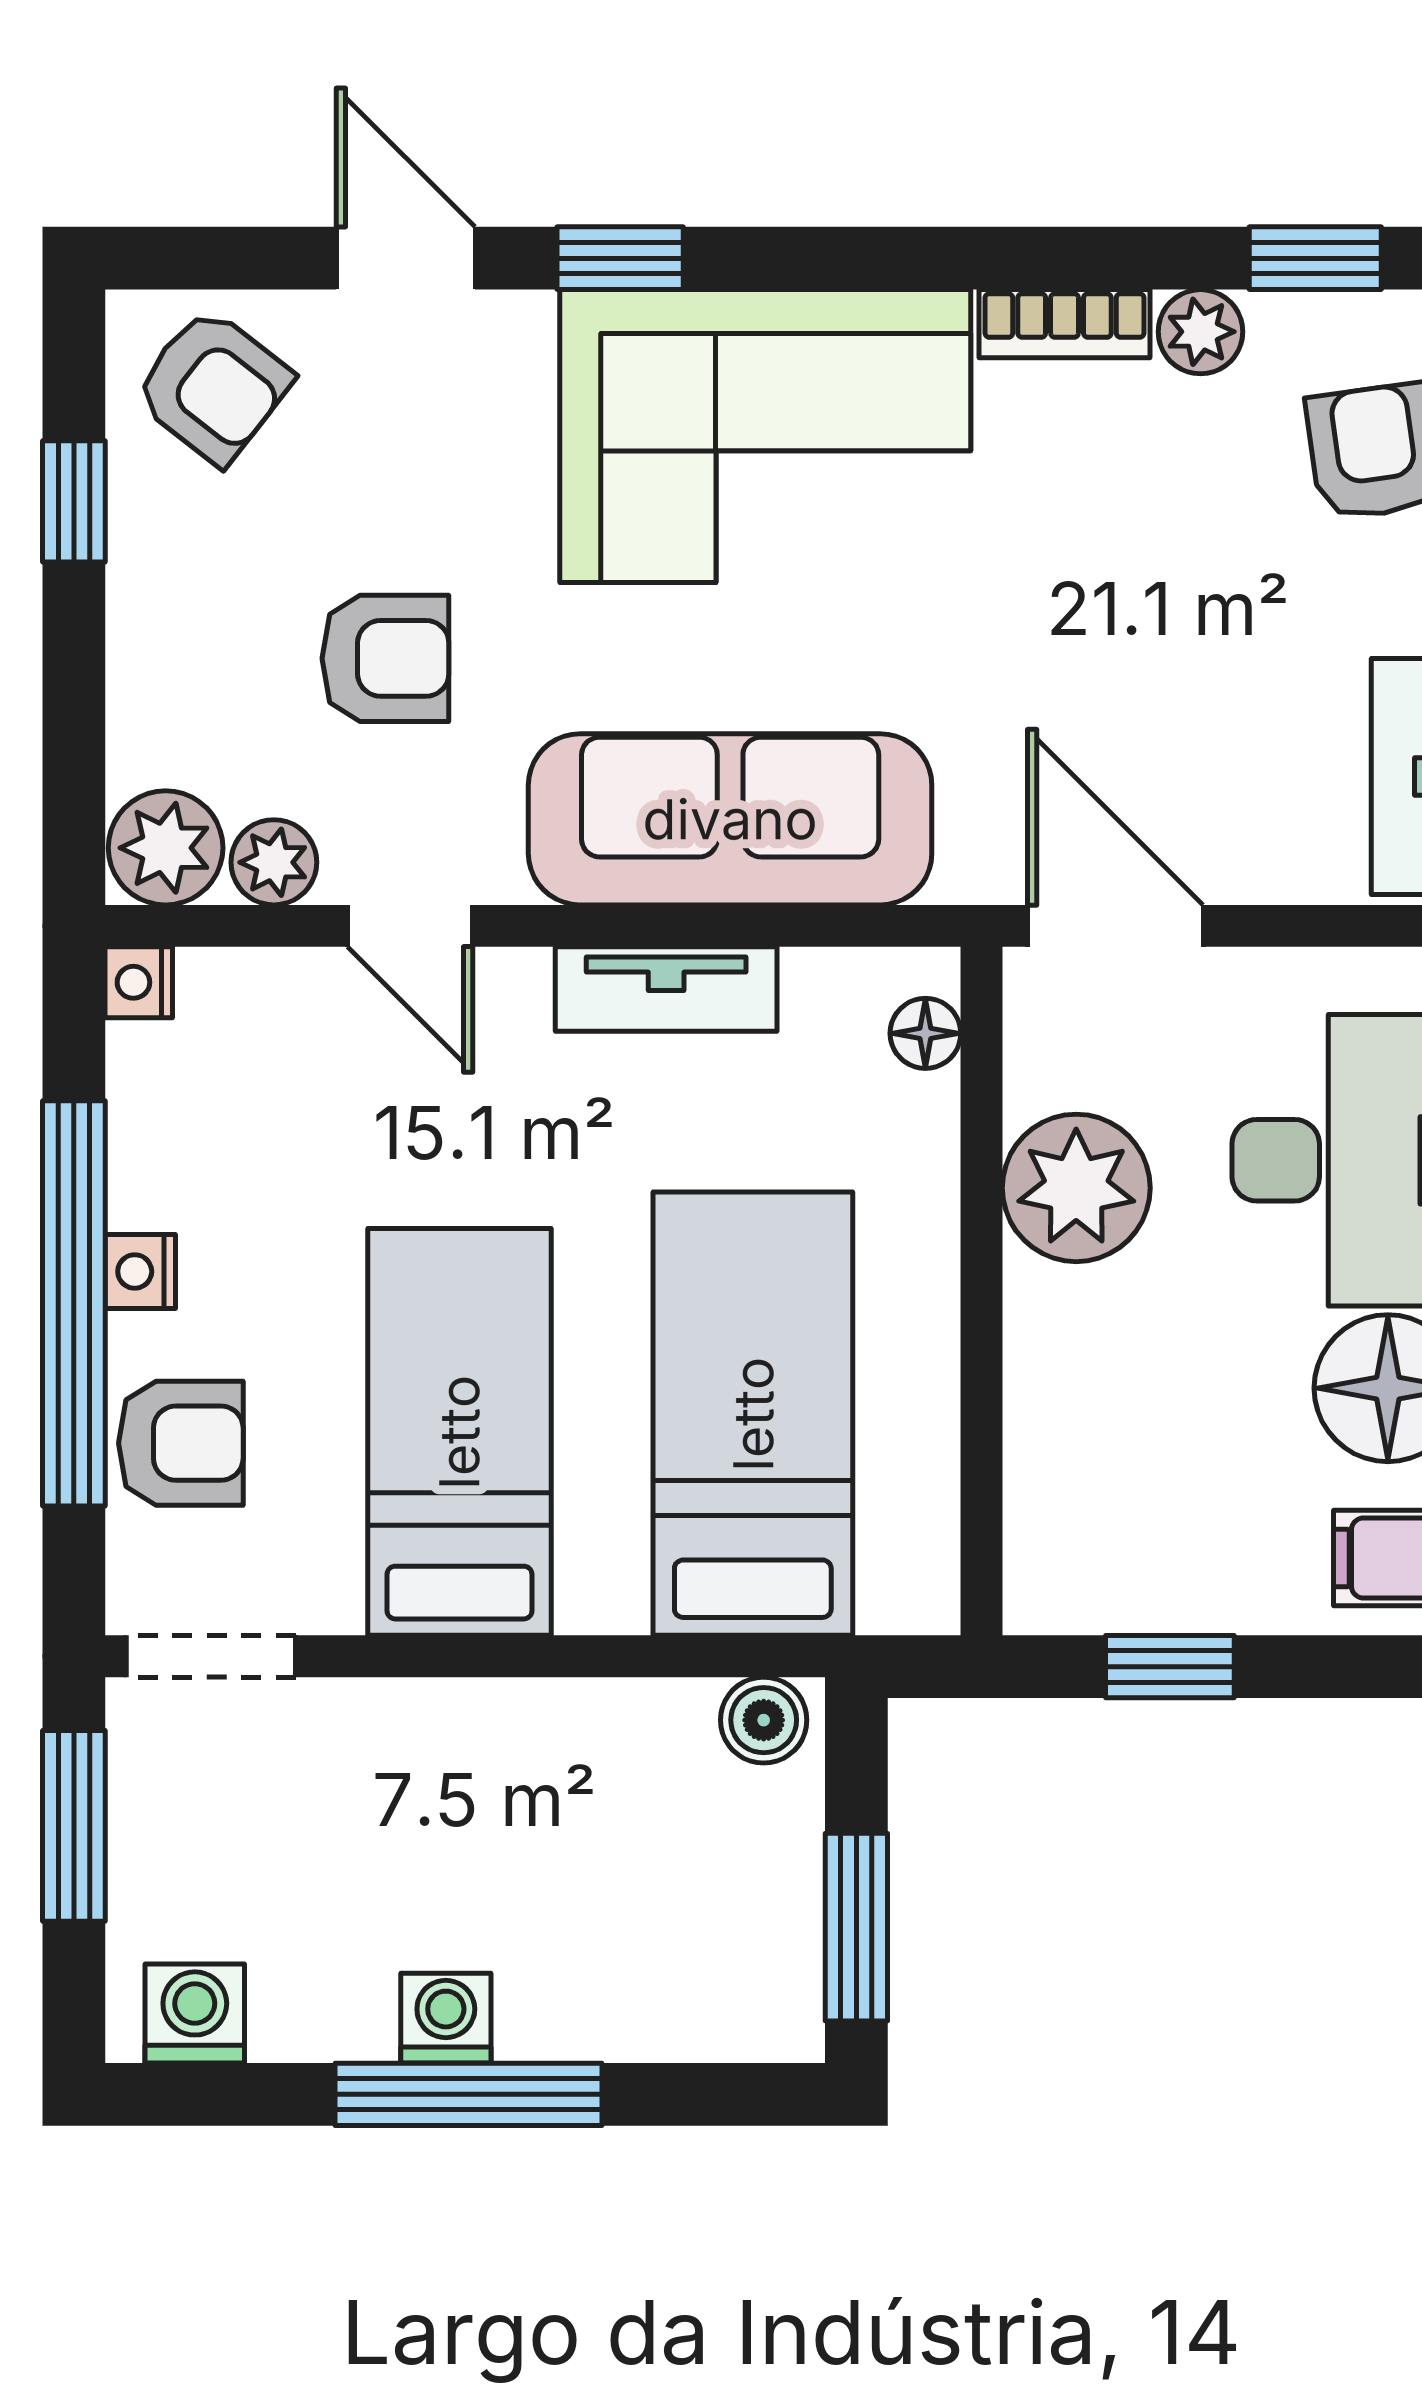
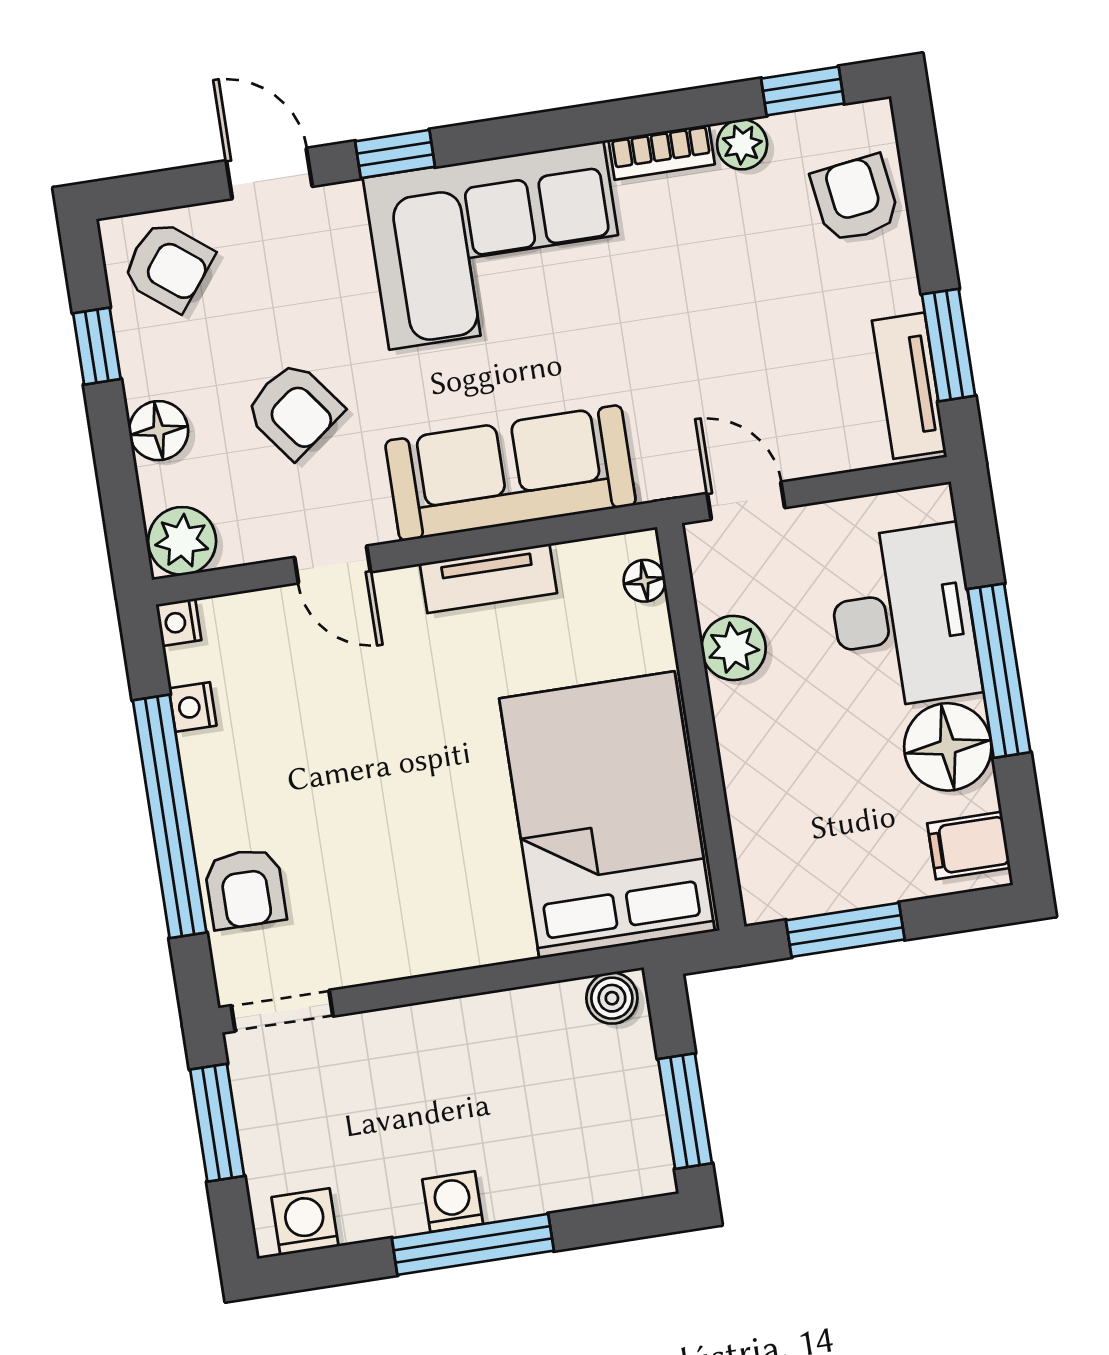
floor lamp: (155, 658) -> (159, 431), added
armchair: (385, 658) -> (294, 410), turned 53
plant: (274, 862) -> (247, 540), removed
door: (1115, 926) -> (746, 501), width x0.73
plant: (1076, 1188) -> (734, 648), width x0.73, depth x0.73
nightstand: (140, 1271) -> (193, 707), moved
bed: (753, 1414) -> (607, 815), width x1.50
bed: (459, 1432) -> (407, 857), removed
armchair: (181, 1443) -> (245, 889), turned 90
window: (1170, 1667) -> (845, 930), width x1.50

